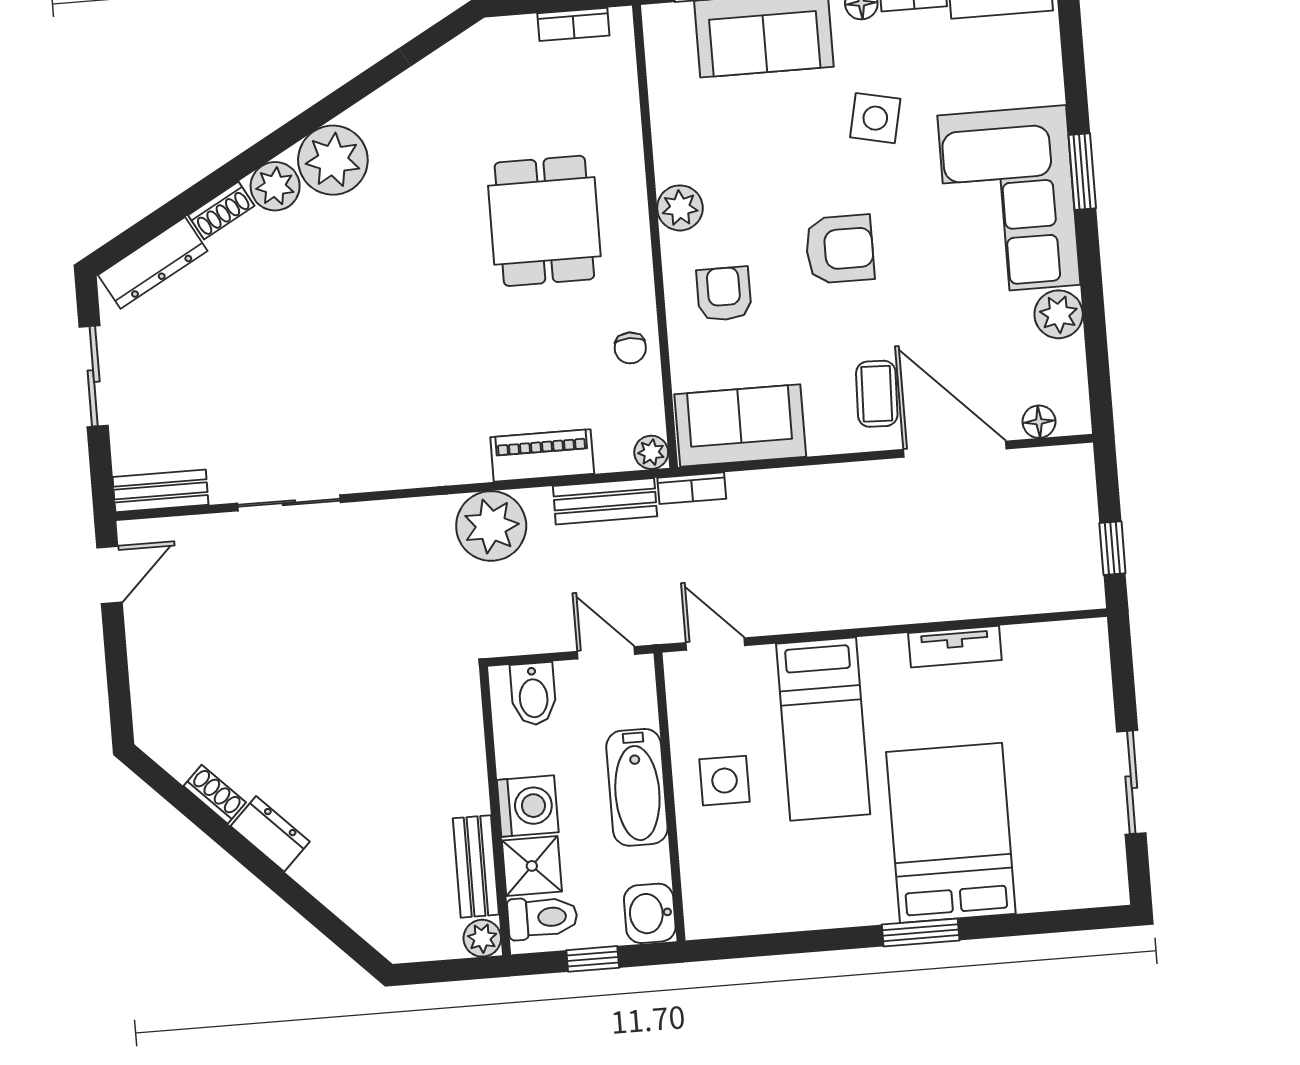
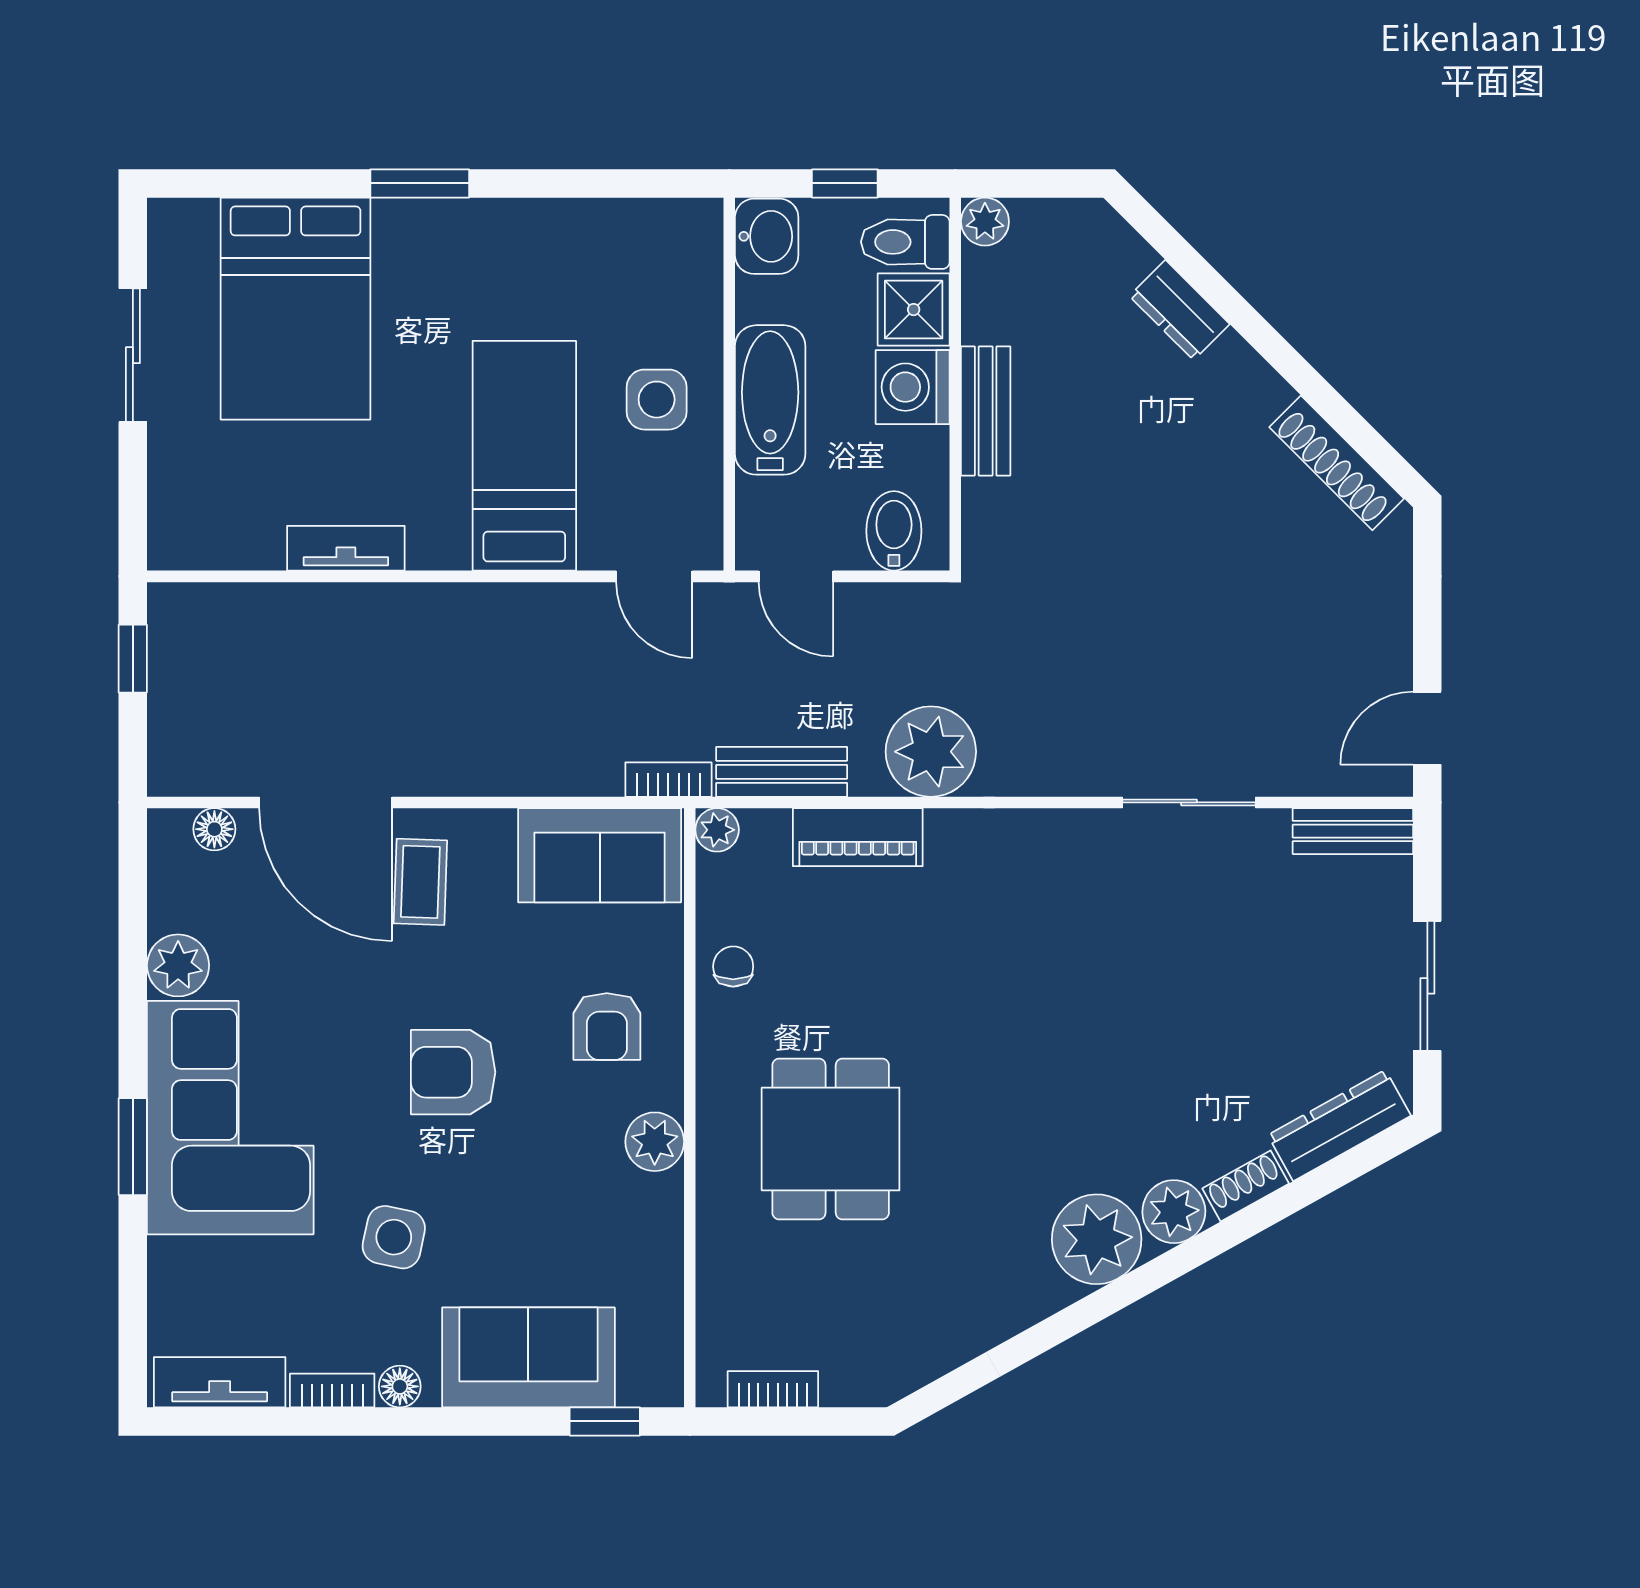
shoe rack: (215, 794) -> (1337, 463), width x1.94, depth x1.24
bed: (951, 833) -> (296, 309), moved
dresser: (270, 834) -> (1179, 310), moved
bench: (476, 866) -> (986, 411), moved

